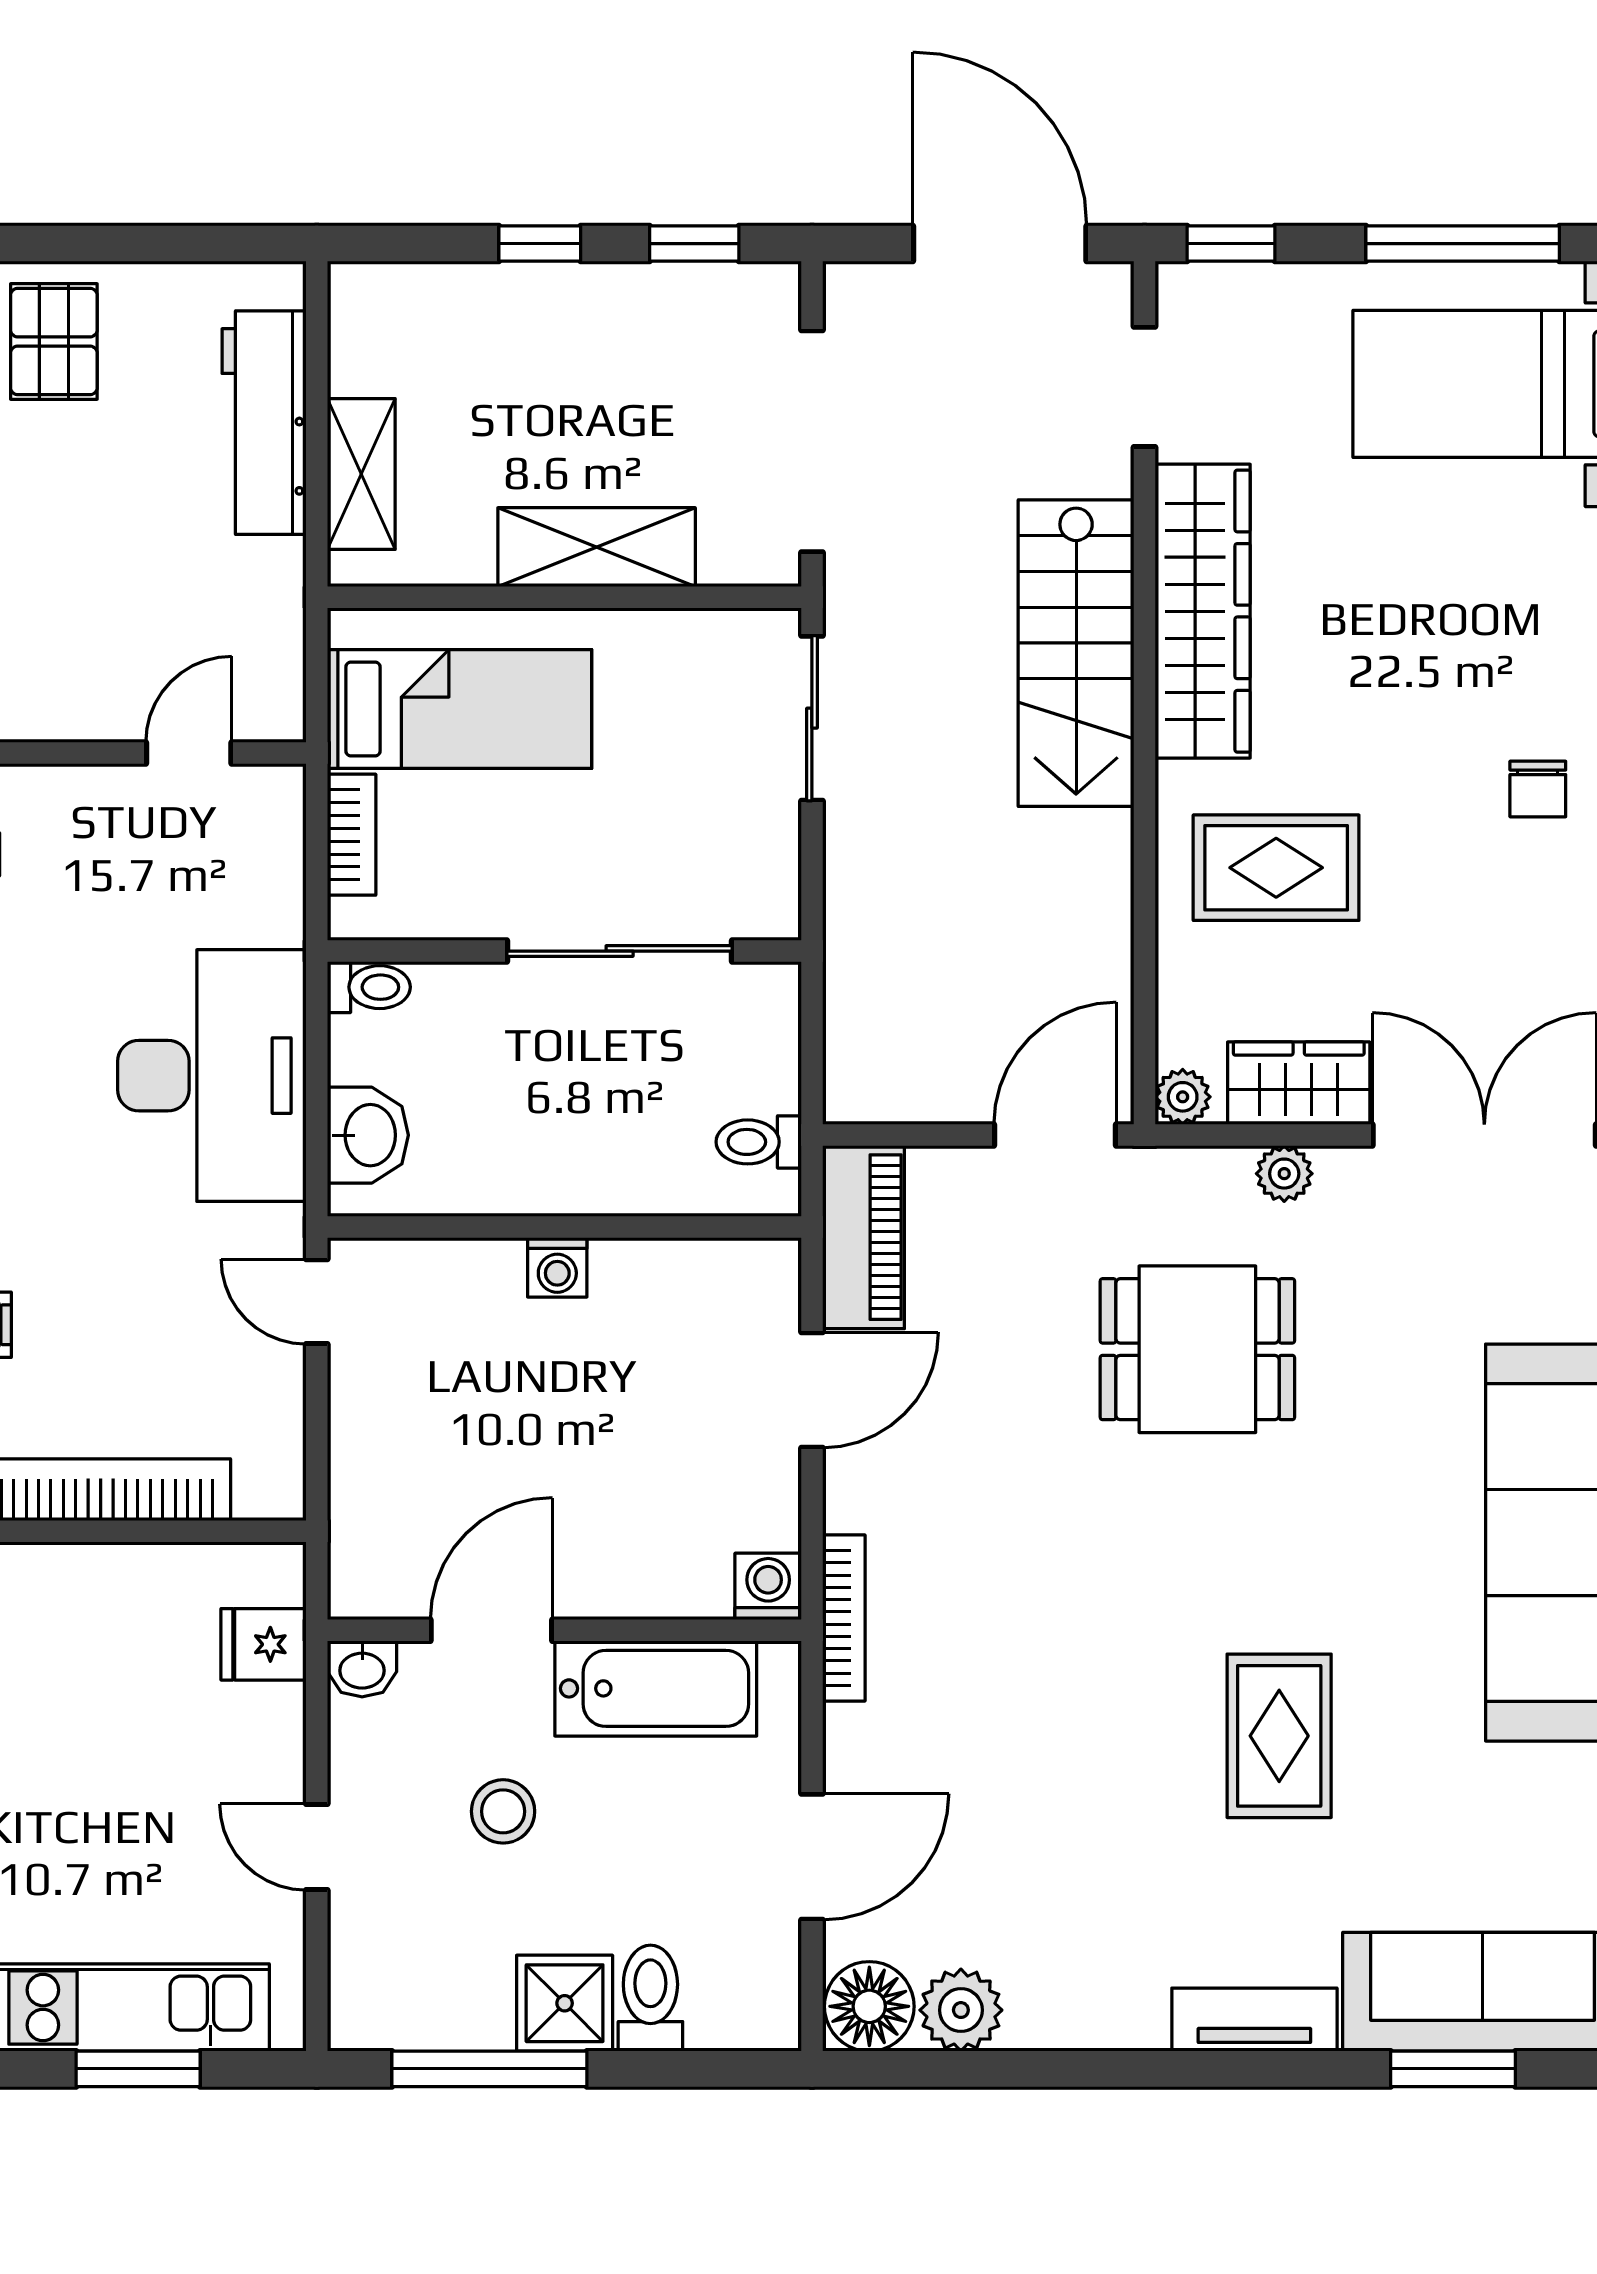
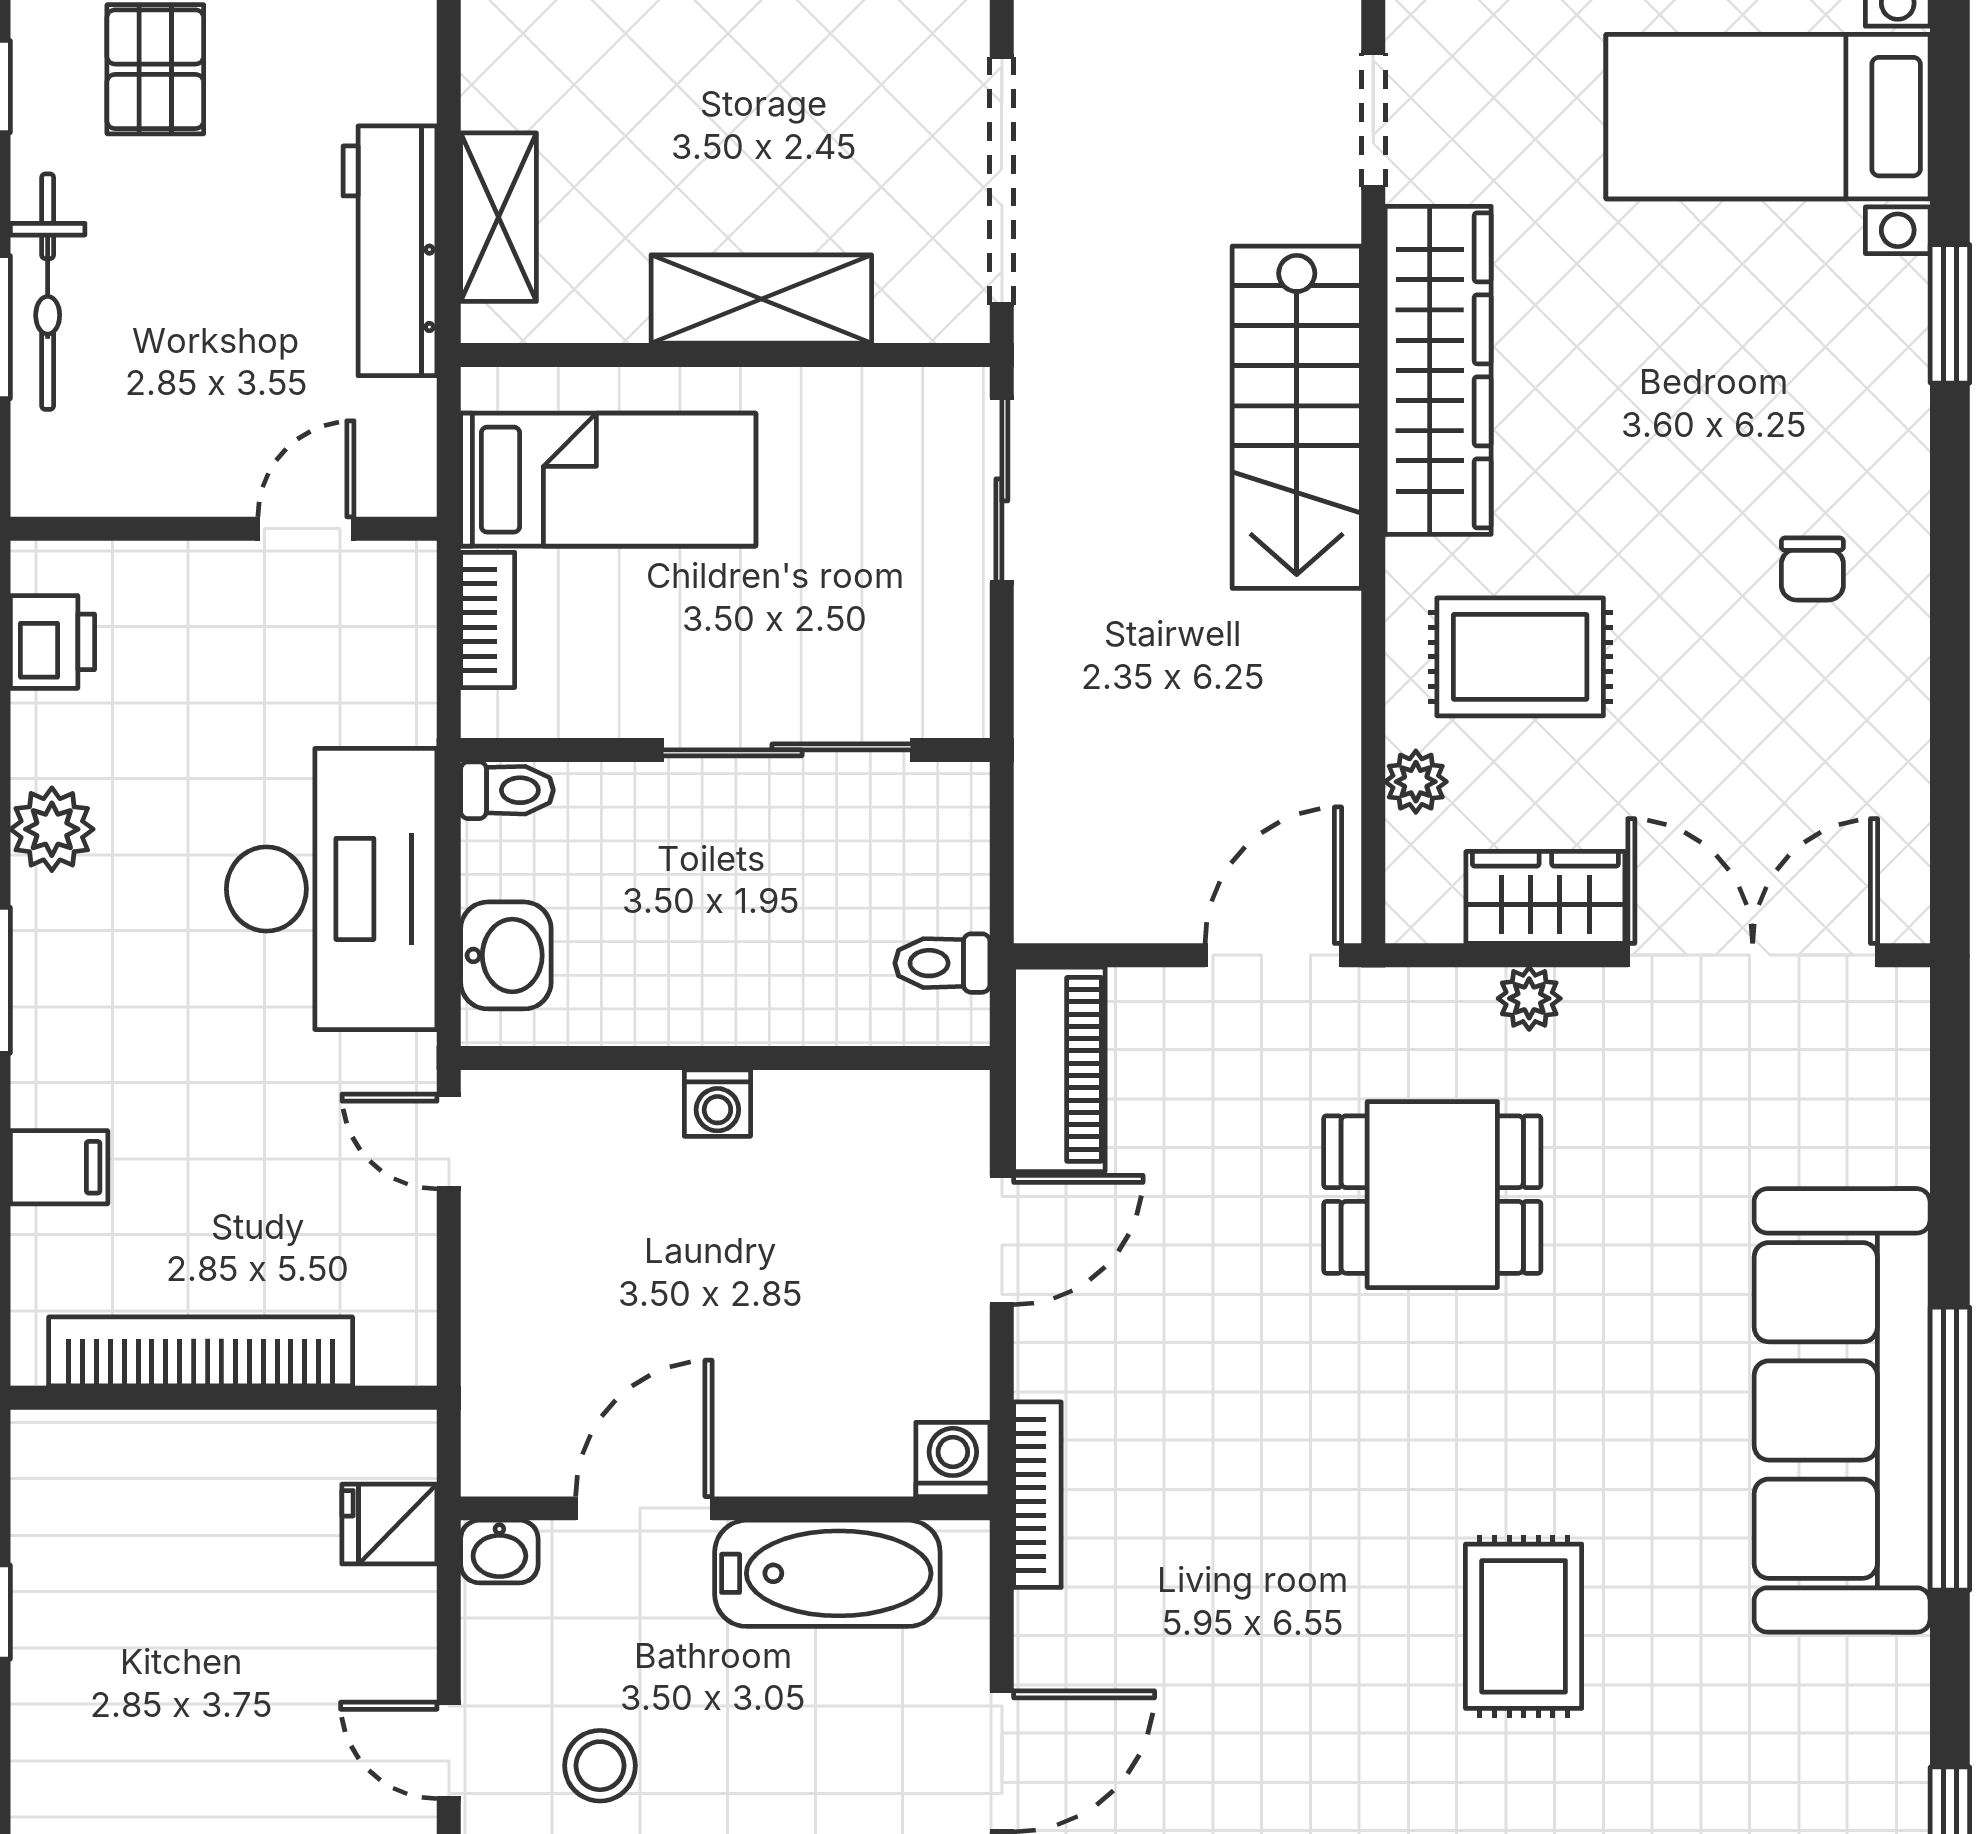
workbench: (264, 423) -> (390, 251), moved
plant: (1183, 1097) -> (1416, 782), moved
stool: (503, 1811) -> (600, 1766), moved

